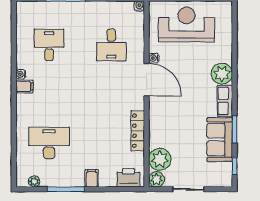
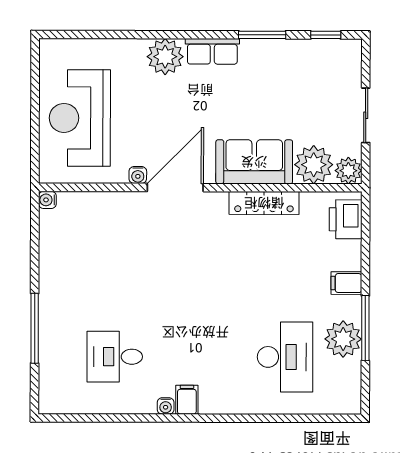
desk: (111, 45) -> (115, 249), removed
sofa: (220, 140) -> (254, 162), moved, turned 180
desk: (49, 143) -> (285, 357), turned 180
plant: (34, 181) -> (343, 339), moved, width x1.87, depth x1.87

